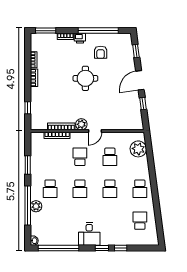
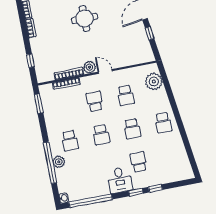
door: (95, 131) -> (105, 71), swing flipped
window: (28, 165) -> (39, 104), moved
school desk: (140, 221) -> (139, 162), moved

